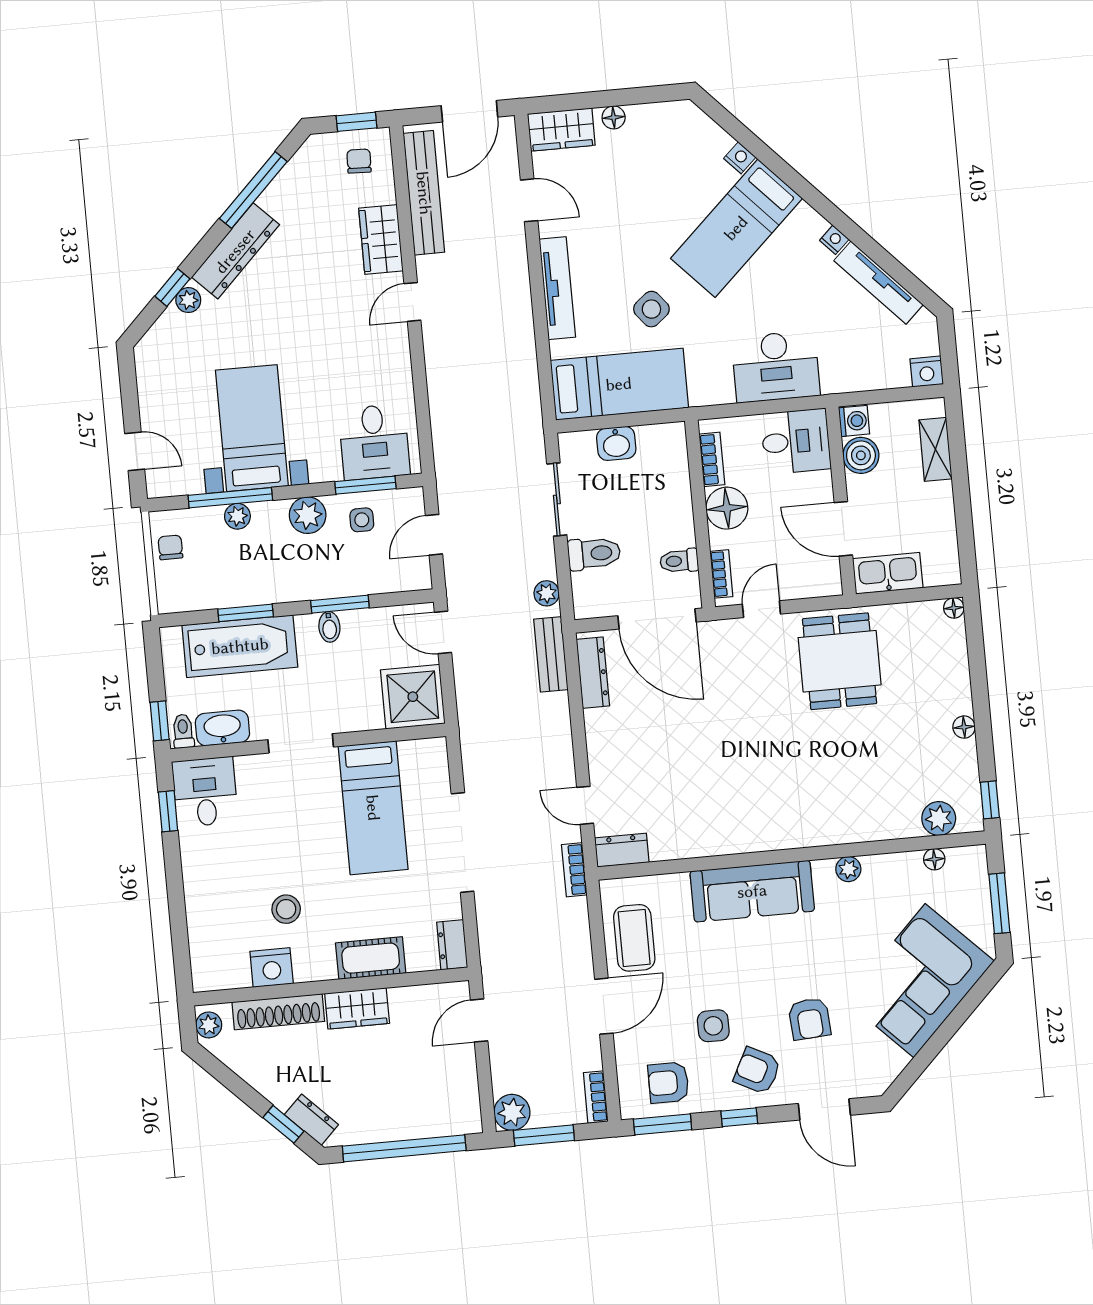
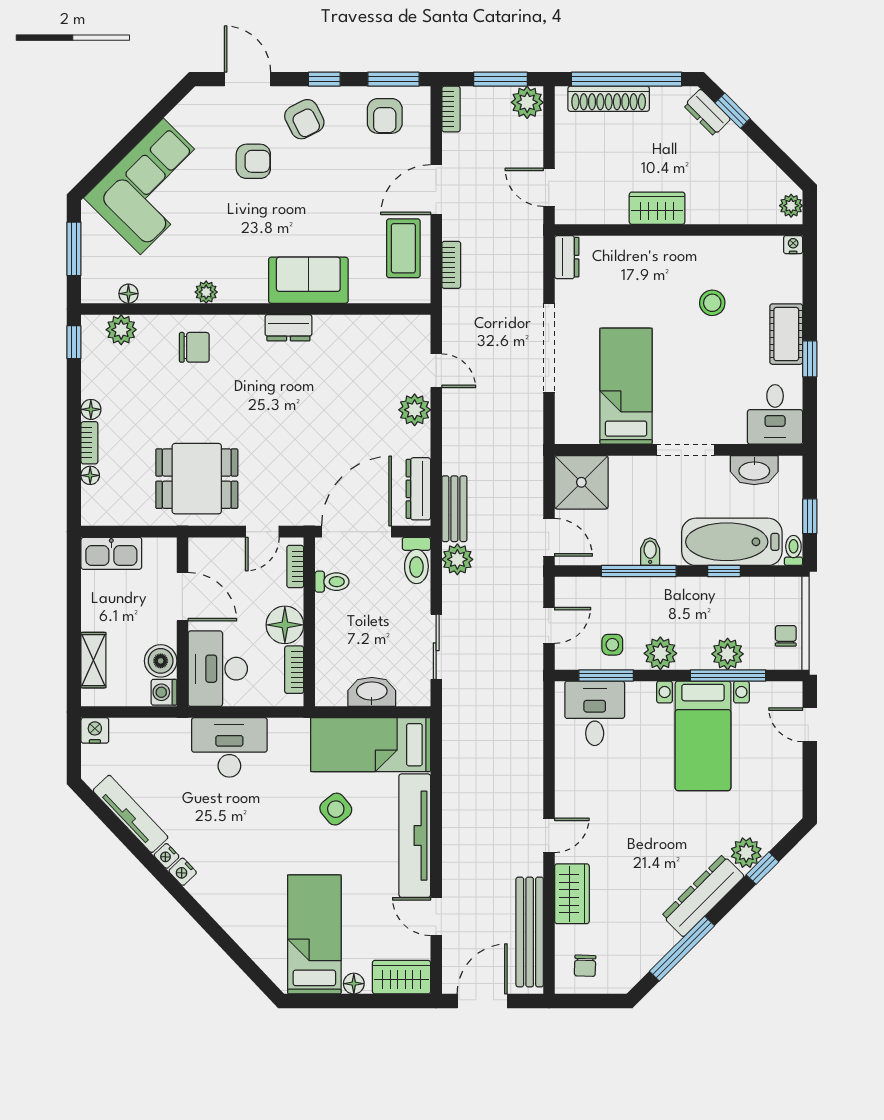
window: (356, 122) -> (584, 1001), removed
nightstand: (740, 158) -> (183, 872), moved
bed: (736, 228) -> (314, 934), moved, turned -47
tv unit: (557, 288) -> (415, 836), width x1.36, depth x1.29
plant: (188, 300) -> (746, 853), width x1.38, depth x1.38
desk: (796, 441) -> (218, 669), width x1.37
washbasin: (616, 443) -> (372, 692), width x1.38
plant: (237, 516) -> (728, 654), width x1.38, depth x1.38
chair: (170, 547) -> (786, 636), turned 180
toilet: (594, 554) -> (416, 560), moved, turned -90
kitchen sink: (888, 573) -> (111, 553), moved
plant: (547, 593) -> (457, 559), width x1.38, depth x1.38
window: (340, 604) -> (639, 571), width x1.44
floor lamp: (954, 608) -> (90, 475), moved
window: (246, 613) -> (724, 571), width x0.67
door: (657, 619) -> (357, 532), hinge flipped
dining table: (840, 661) -> (197, 479), turned 90
bookcase: (962, 690) -> (89, 443), added
window: (160, 721) -> (810, 516), moved
toilet: (183, 731) -> (793, 550), moved, turned 180
plant: (605, 760) -> (415, 410), added
chair: (856, 806) -> (194, 347), added
window: (168, 811) -> (810, 359), moved
dresser: (622, 850) -> (288, 328), moved
bookcase: (574, 870) -> (451, 265), moved
sofa: (752, 891) -> (308, 280), width x0.73
cot: (371, 958) -> (786, 334), moved, turned 90
nightstand: (272, 967) -> (793, 245), moved, width x0.53, depth x0.56
shoe rack: (278, 1012) -> (609, 99), moved, turned 180
armchair: (810, 1019) -> (253, 161), turned 94
door: (479, 1020) -> (549, 187), swing flipped
side table: (713, 1026) -> (340, 163), removed
armchair: (757, 1071) -> (304, 119), turned 36
armchair: (668, 1083) -> (385, 116), turned 90

